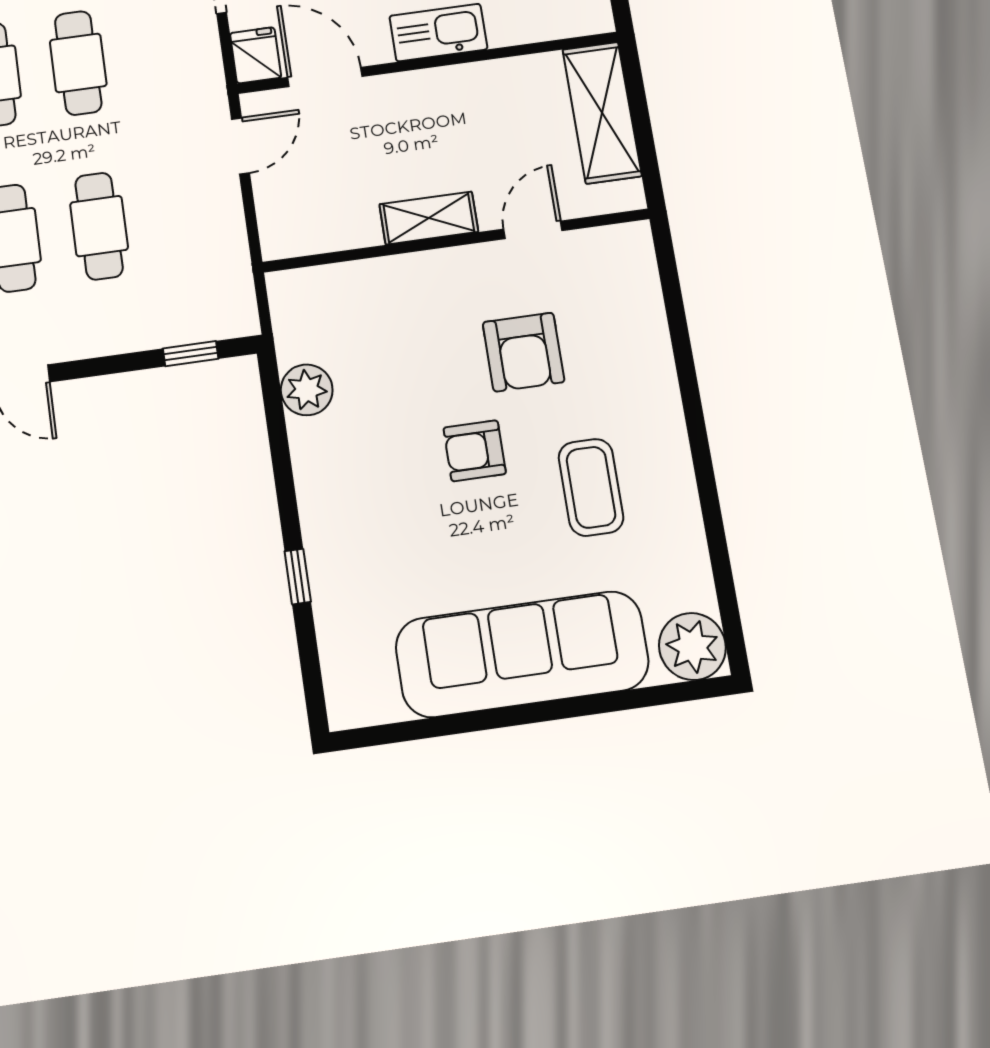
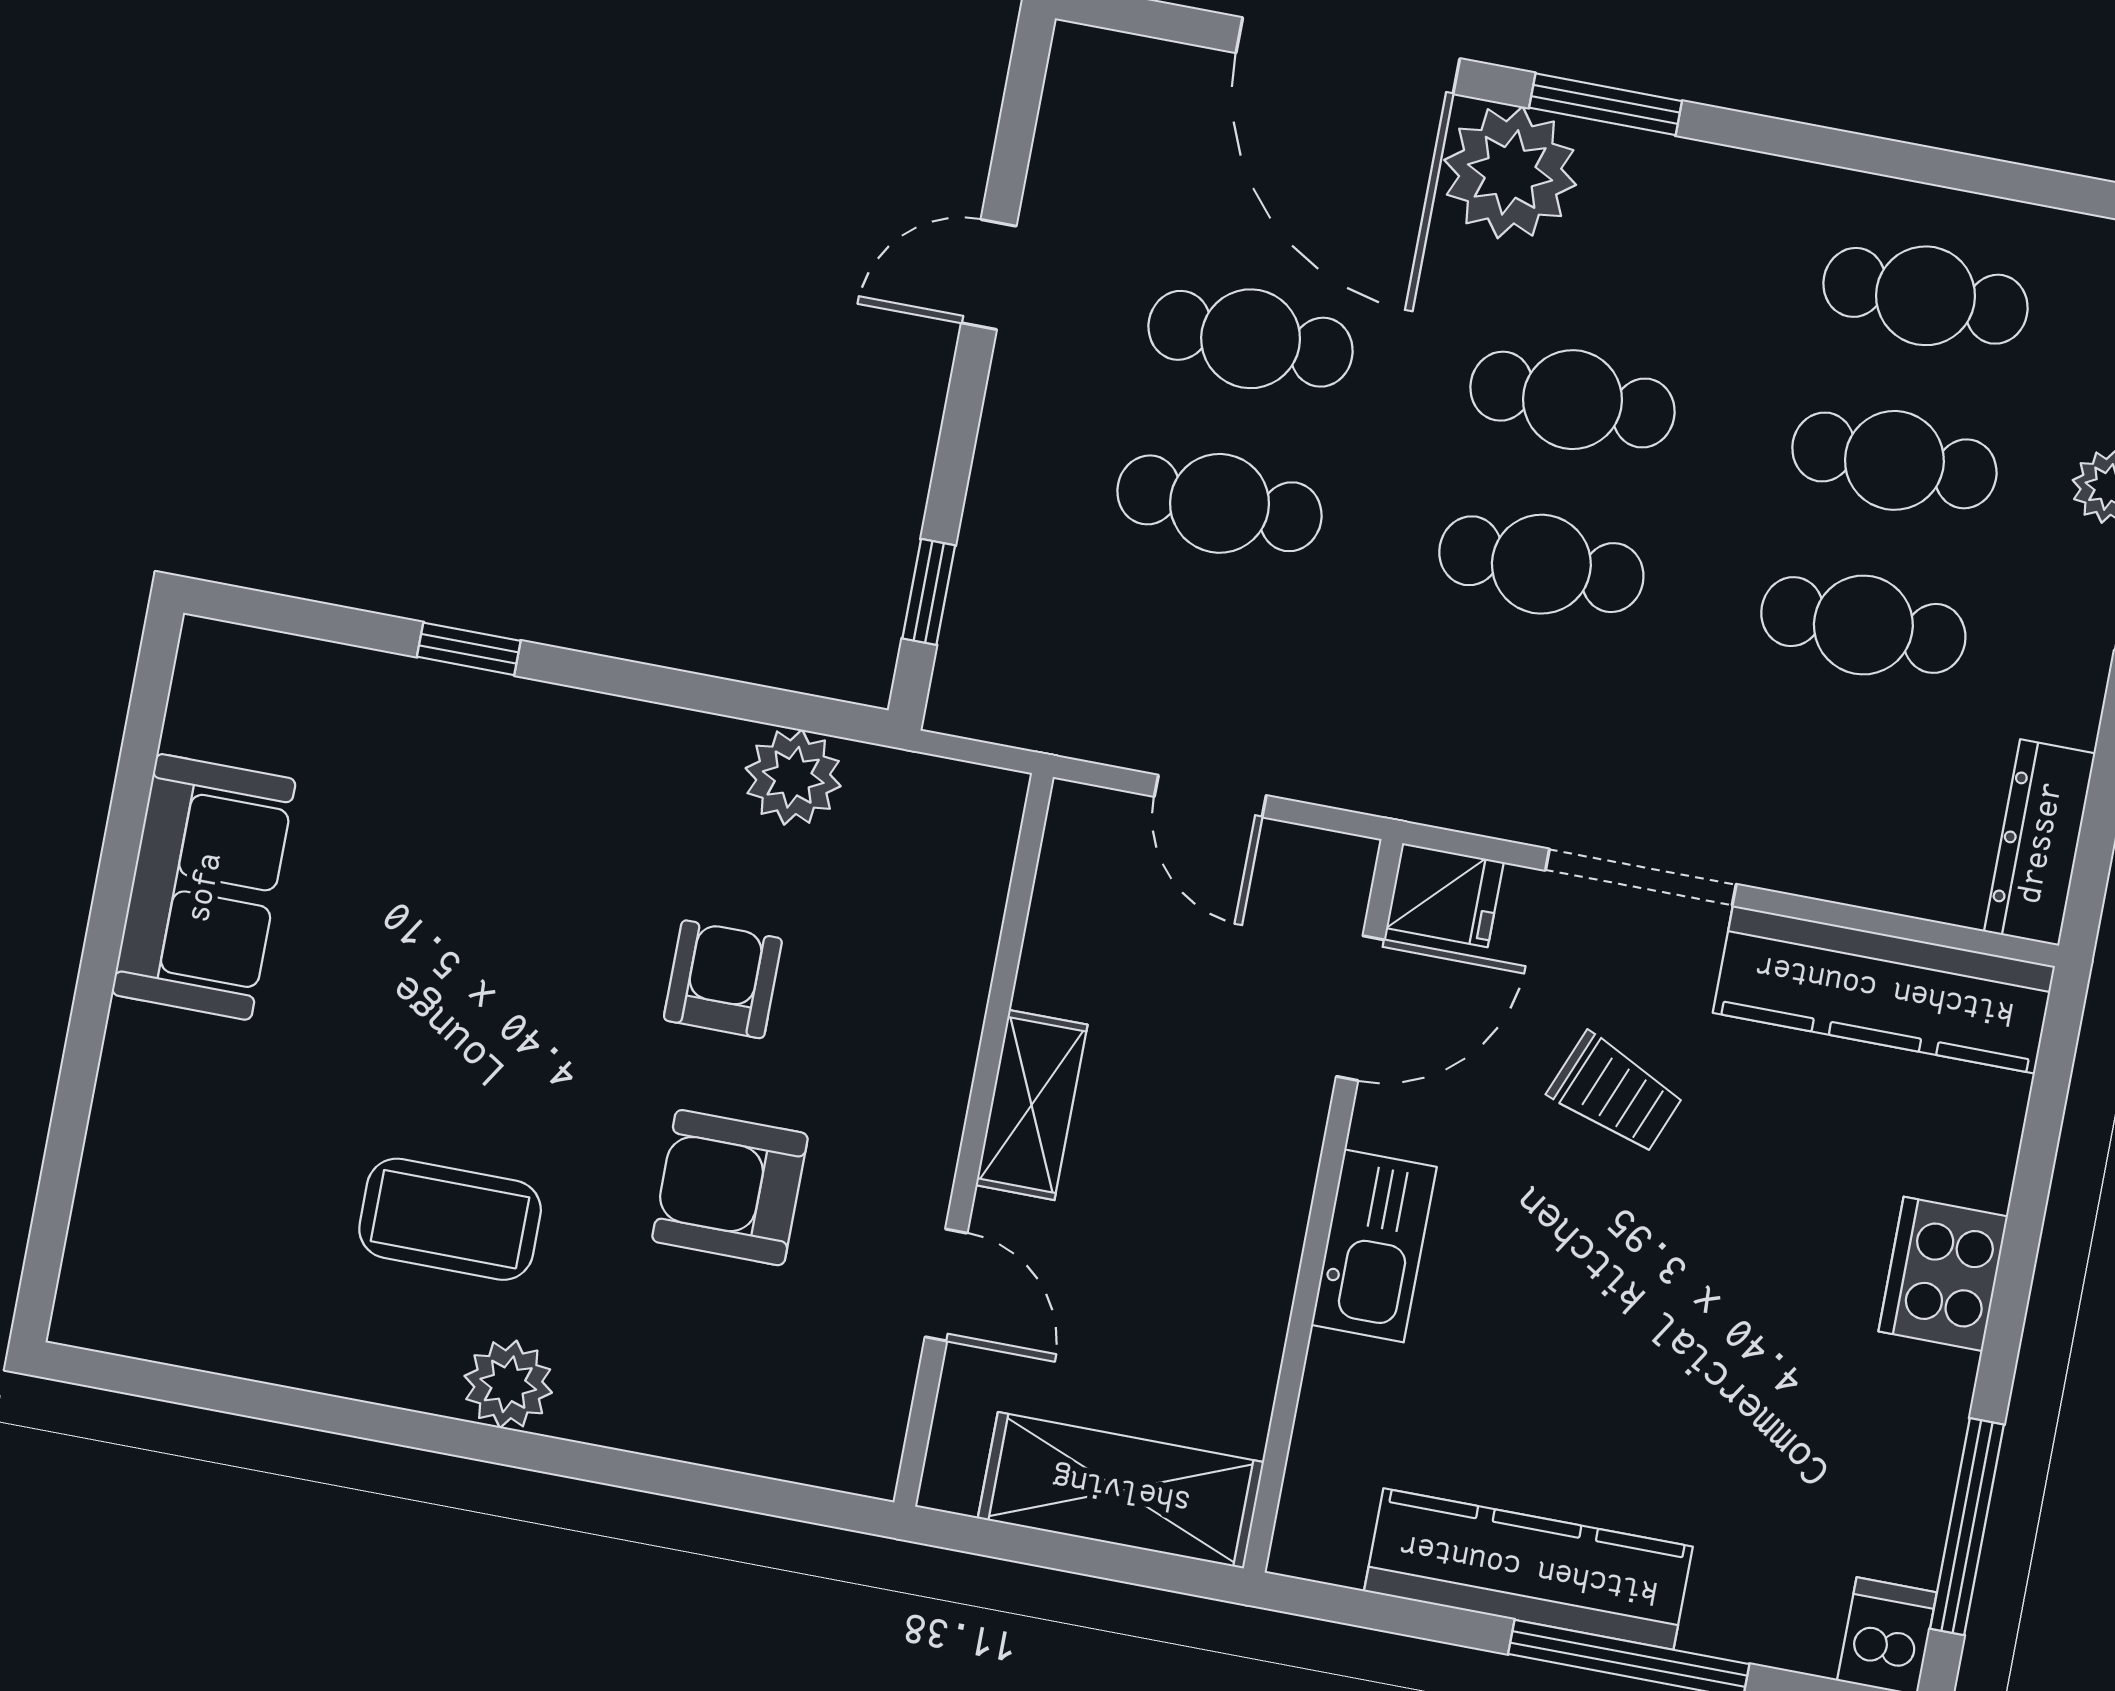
door: (240, 146) -> (1210, 796), moved
armchair: (475, 451) -> (723, 979), moved
plant: (692, 646) -> (508, 1384), moved, width x0.73, depth x0.73
sofa: (522, 654) -> (204, 887), width x0.54, depth x0.79

